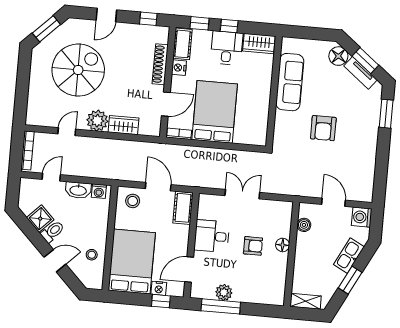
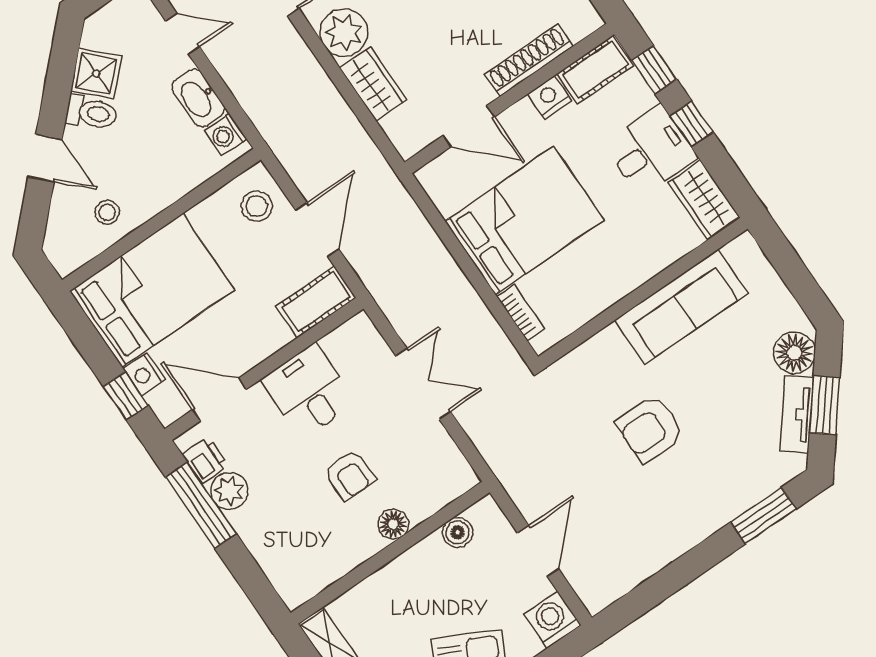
bookcase: (179, 134) -> (521, 313), moved
printer: (206, 292) -> (205, 460), added

